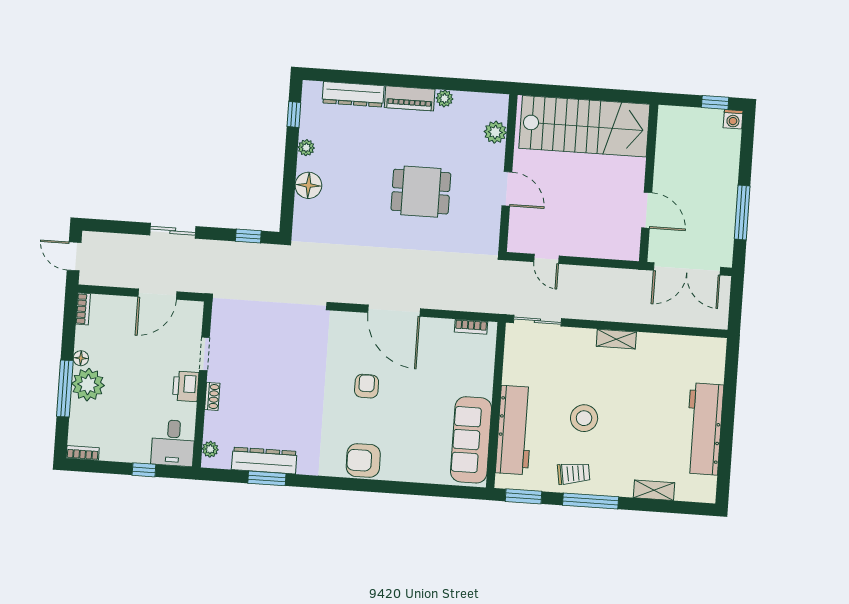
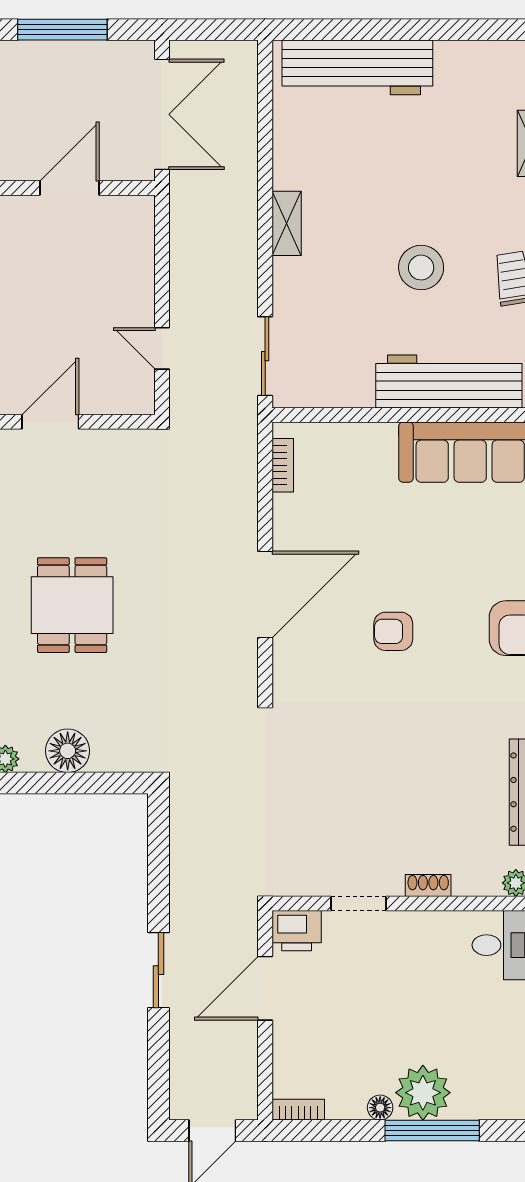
dining table: (421, 192) -> (72, 605), moved
window: (248, 236) -> (158, 845), removed
door: (546, 259) -> (162, 348), swing flipped
door: (157, 294) -> (265, 988), swing flipped
printer: (186, 386) -> (297, 931), moved
workbench: (704, 429) -> (357, 67), moved

